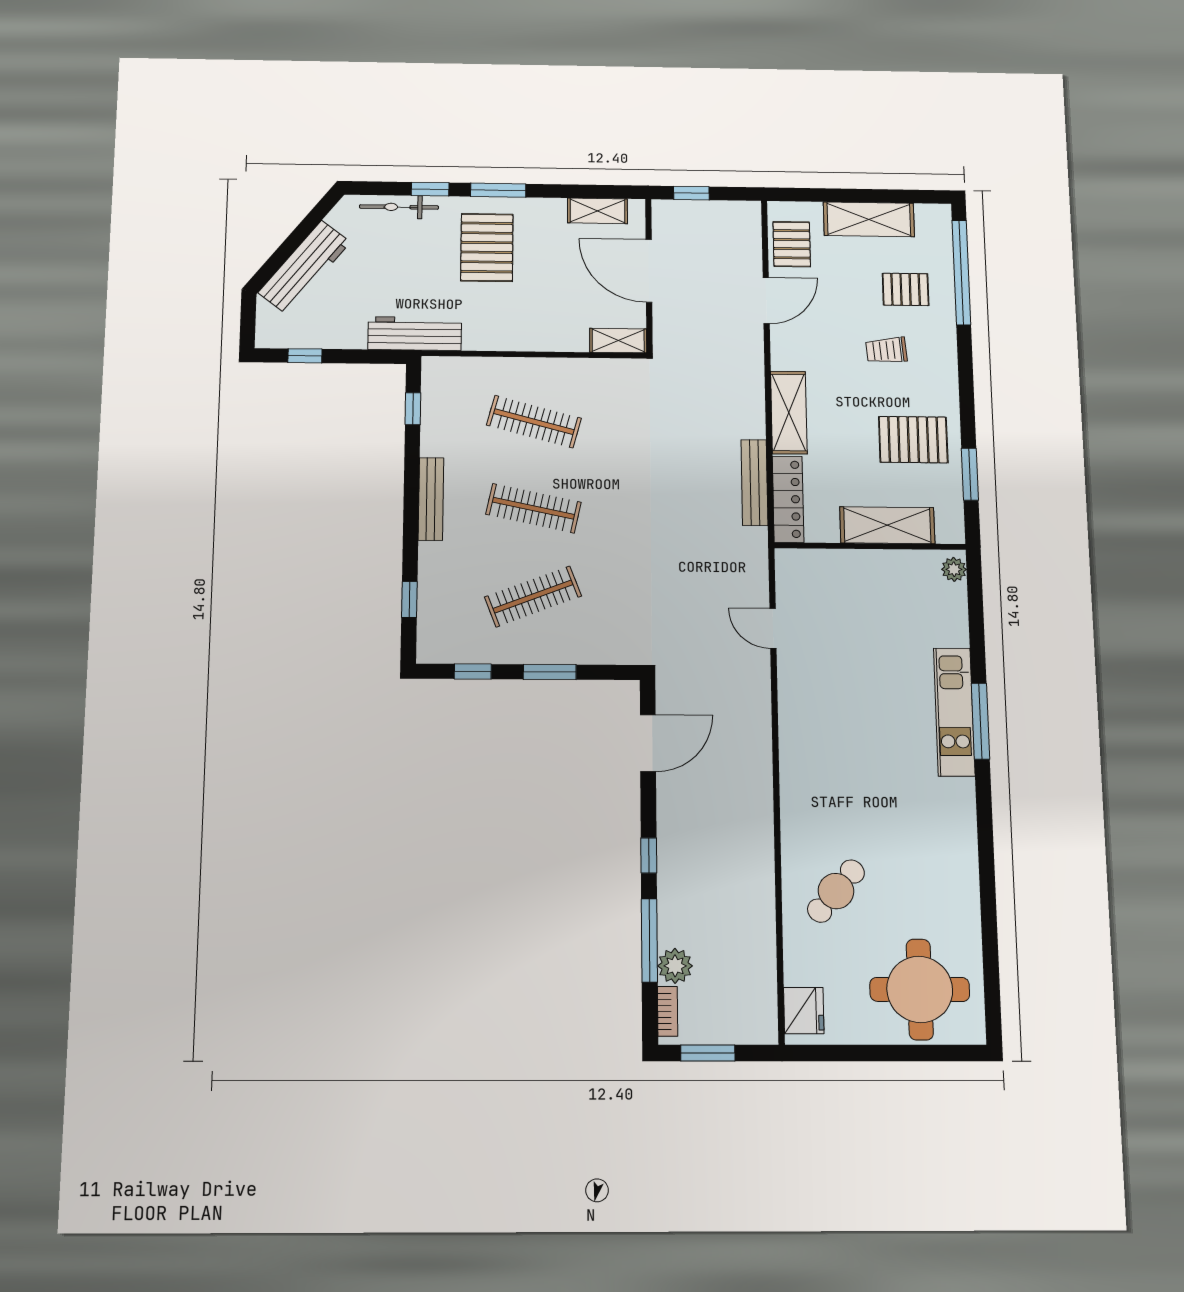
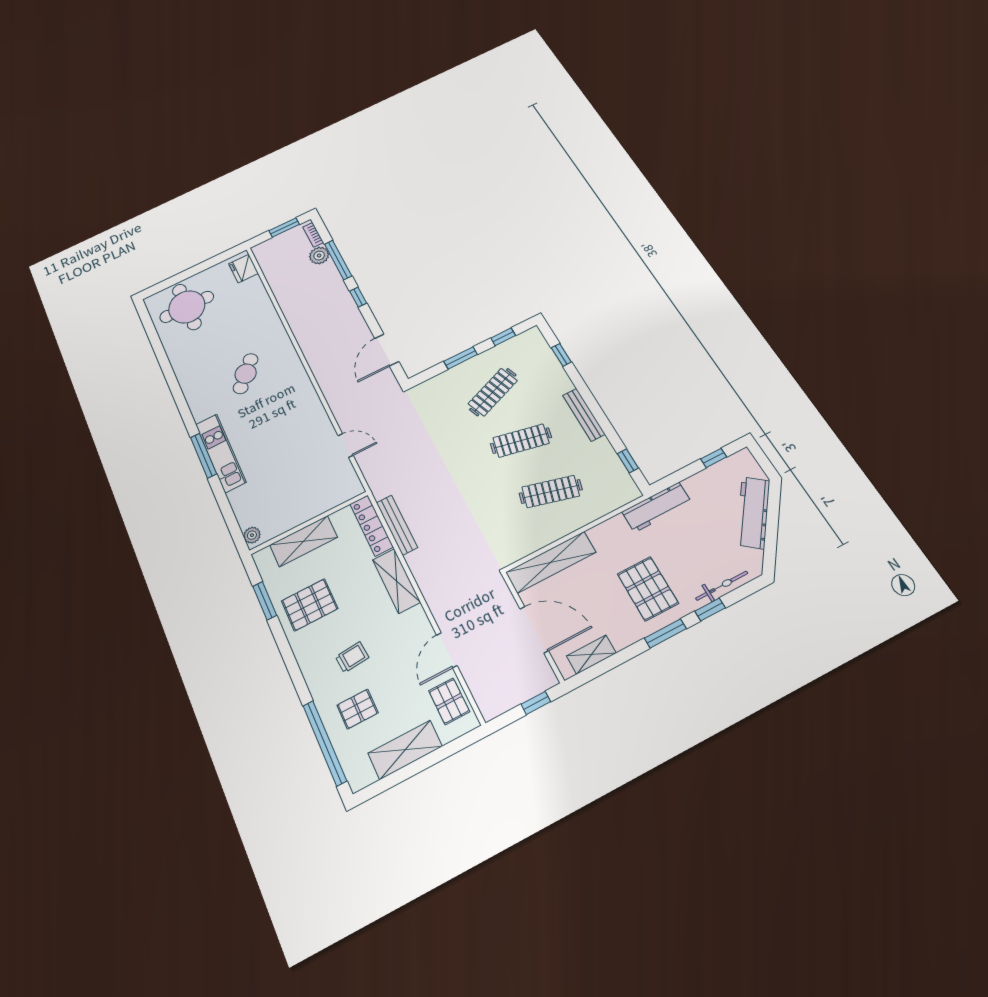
shelving: (618, 341) -> (551, 562), width x2.20, depth x1.33
cafe table: (836, 891) -> (246, 374), moved

